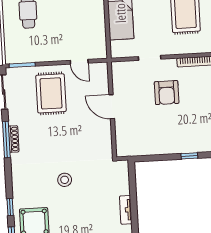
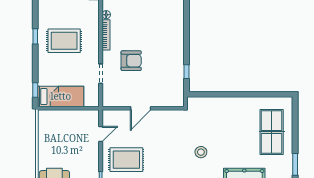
window: (189, 156) -> (186, 72), moved
tv unit: (126, 210) -> (230, 101), removed

